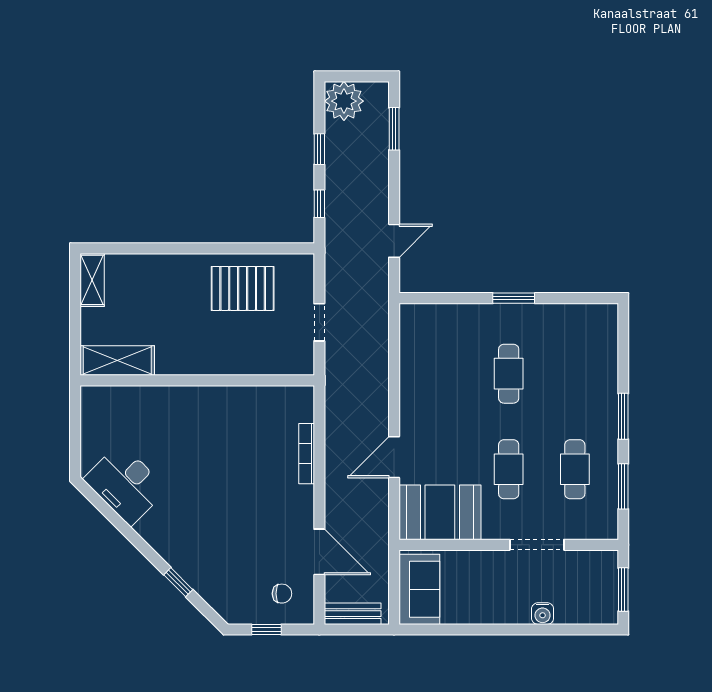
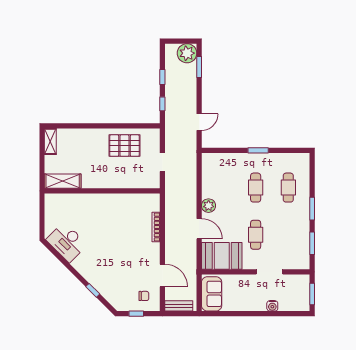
plant: (344, 101) -> (187, 53), moved
plant: (413, 410) -> (209, 206), added
door: (394, 457) -> (199, 229), swing flipped
cafe table: (575, 469) -> (288, 188), moved

